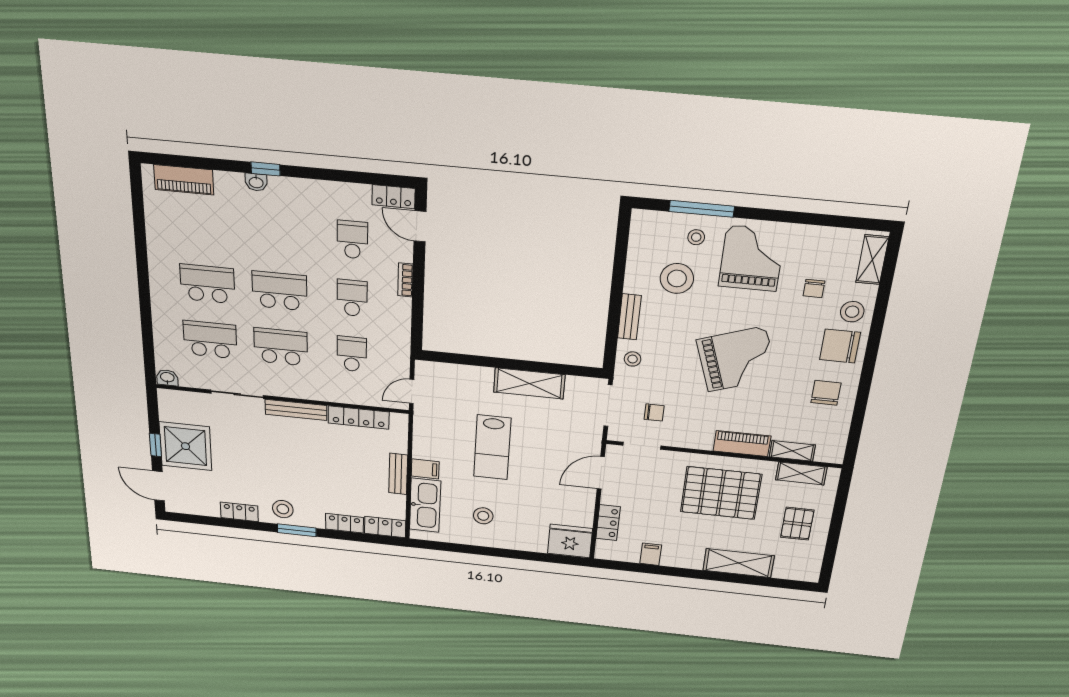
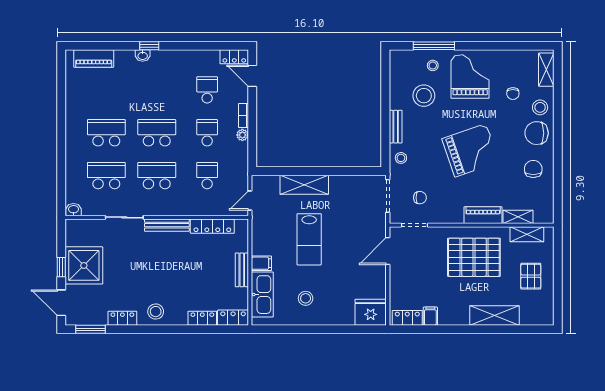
plant: (403, 306) -> (242, 135), added
shelving: (529, 383) -> (304, 185), moved
locker: (608, 523) -> (407, 318), moved, turned -90
window: (297, 530) -> (91, 329), moved

